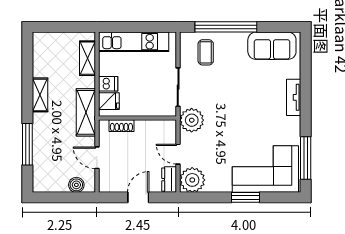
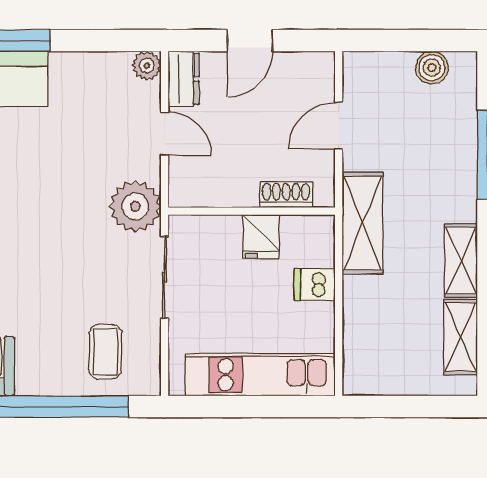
shelving: (87, 58) -> (460, 337), moved
fridge: (109, 101) -> (261, 237), moved, turned -90
door: (97, 158) -> (339, 126), swing flipped
plant: (192, 180) -> (147, 66), width x0.53, depth x0.53
boiler: (76, 185) -> (432, 68), moved

